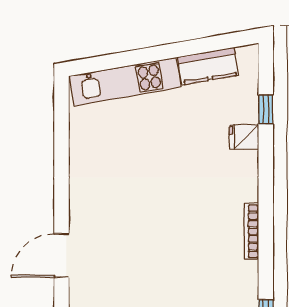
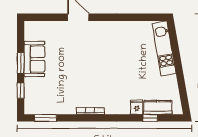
kitchen counter: (208, 66) -> (158, 107), moved, turned 100

